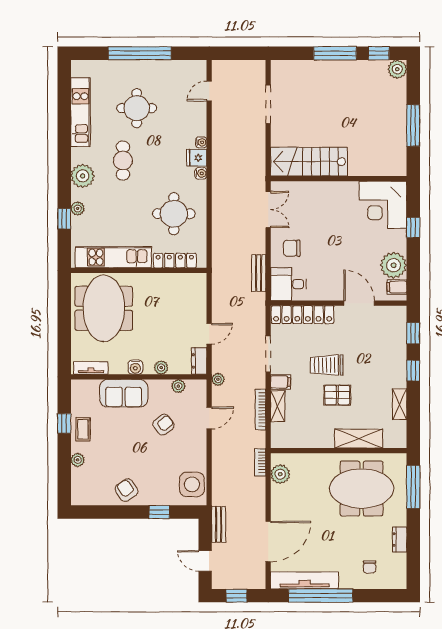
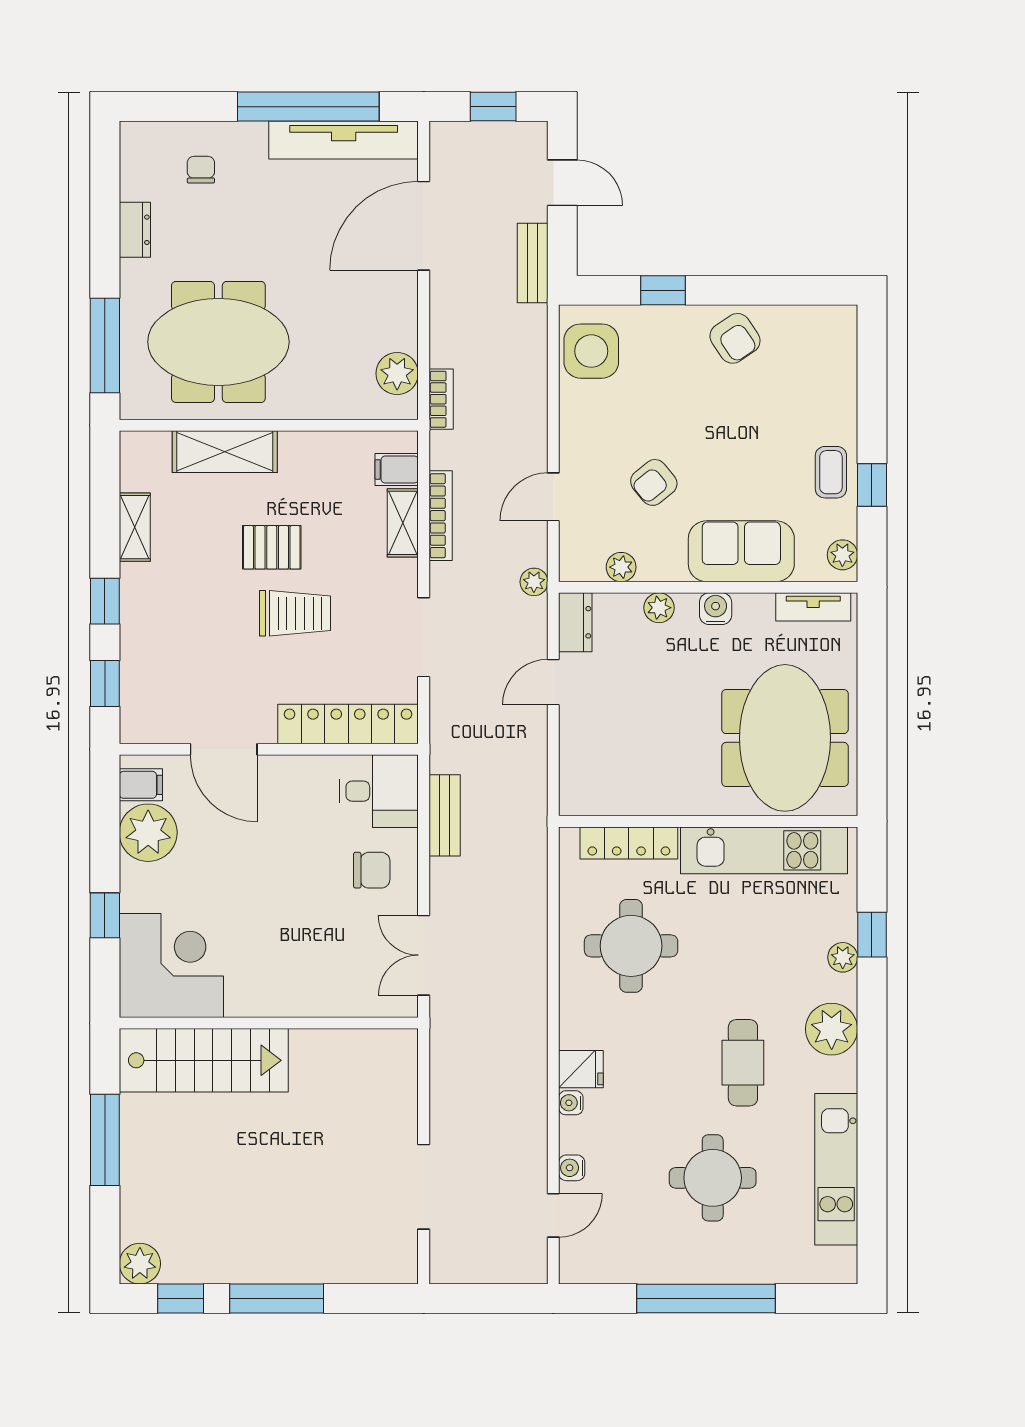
stairs: (309, 162) -> (204, 1060), moved
water cooler: (201, 173) -> (572, 1168), moved
filing cabinet: (280, 382) -> (397, 469), moved
plant: (78, 460) -> (842, 555), moved

